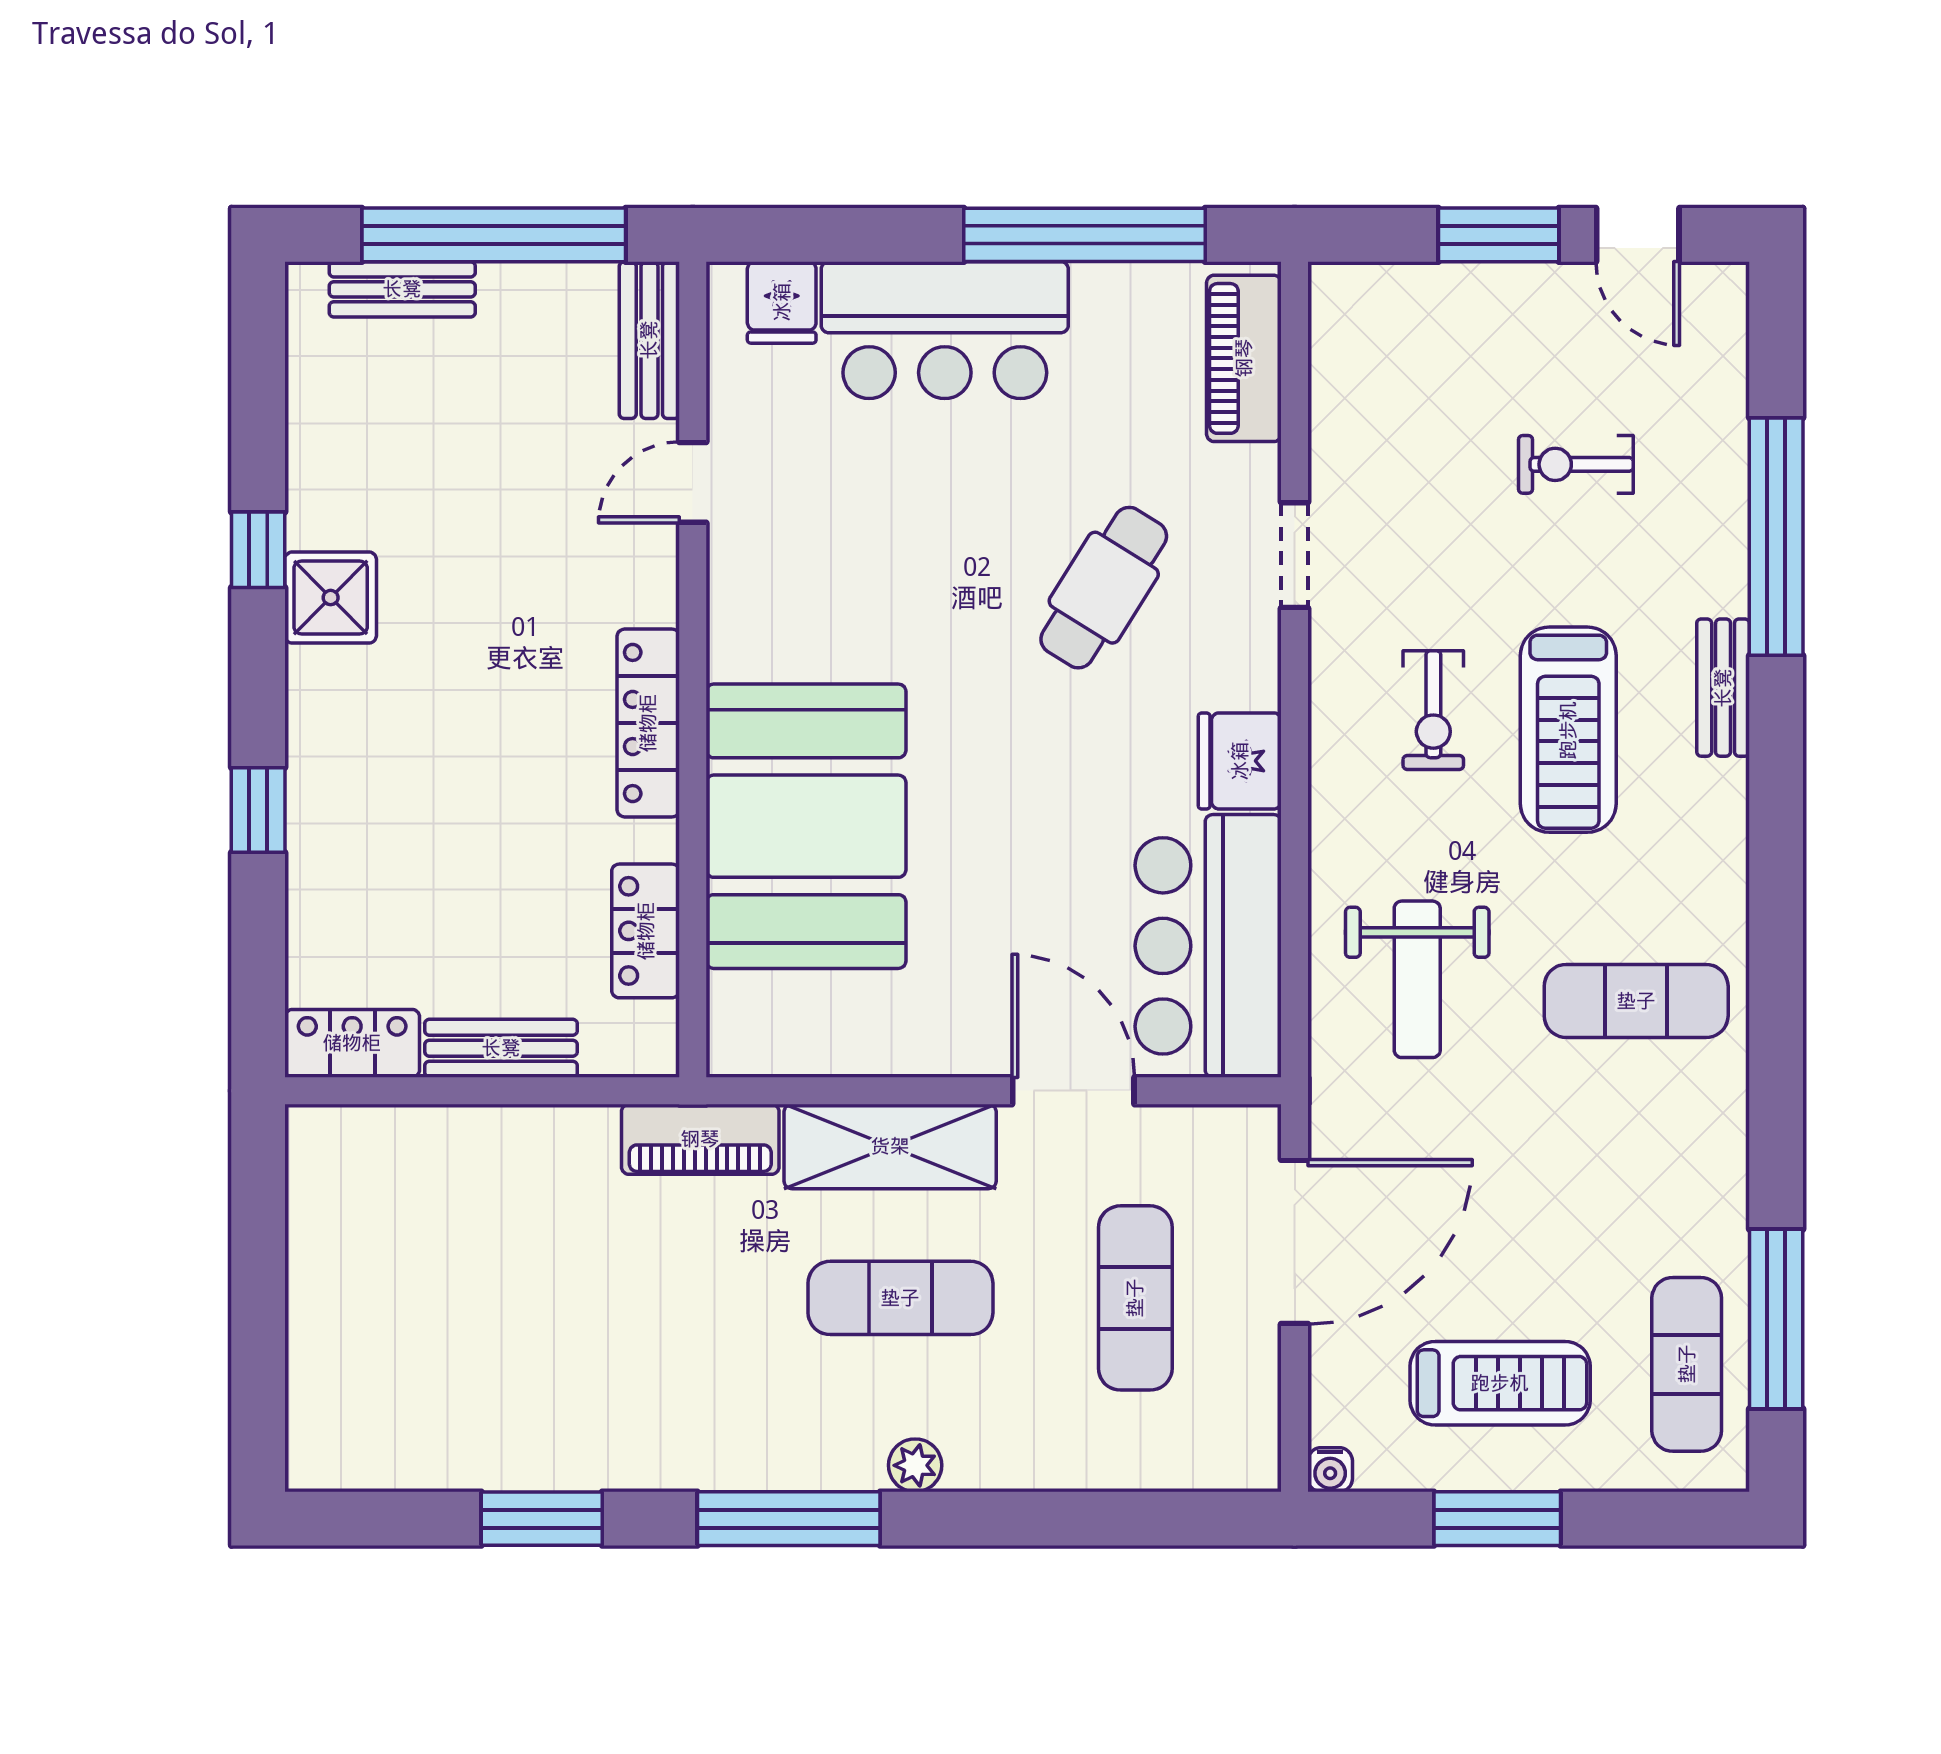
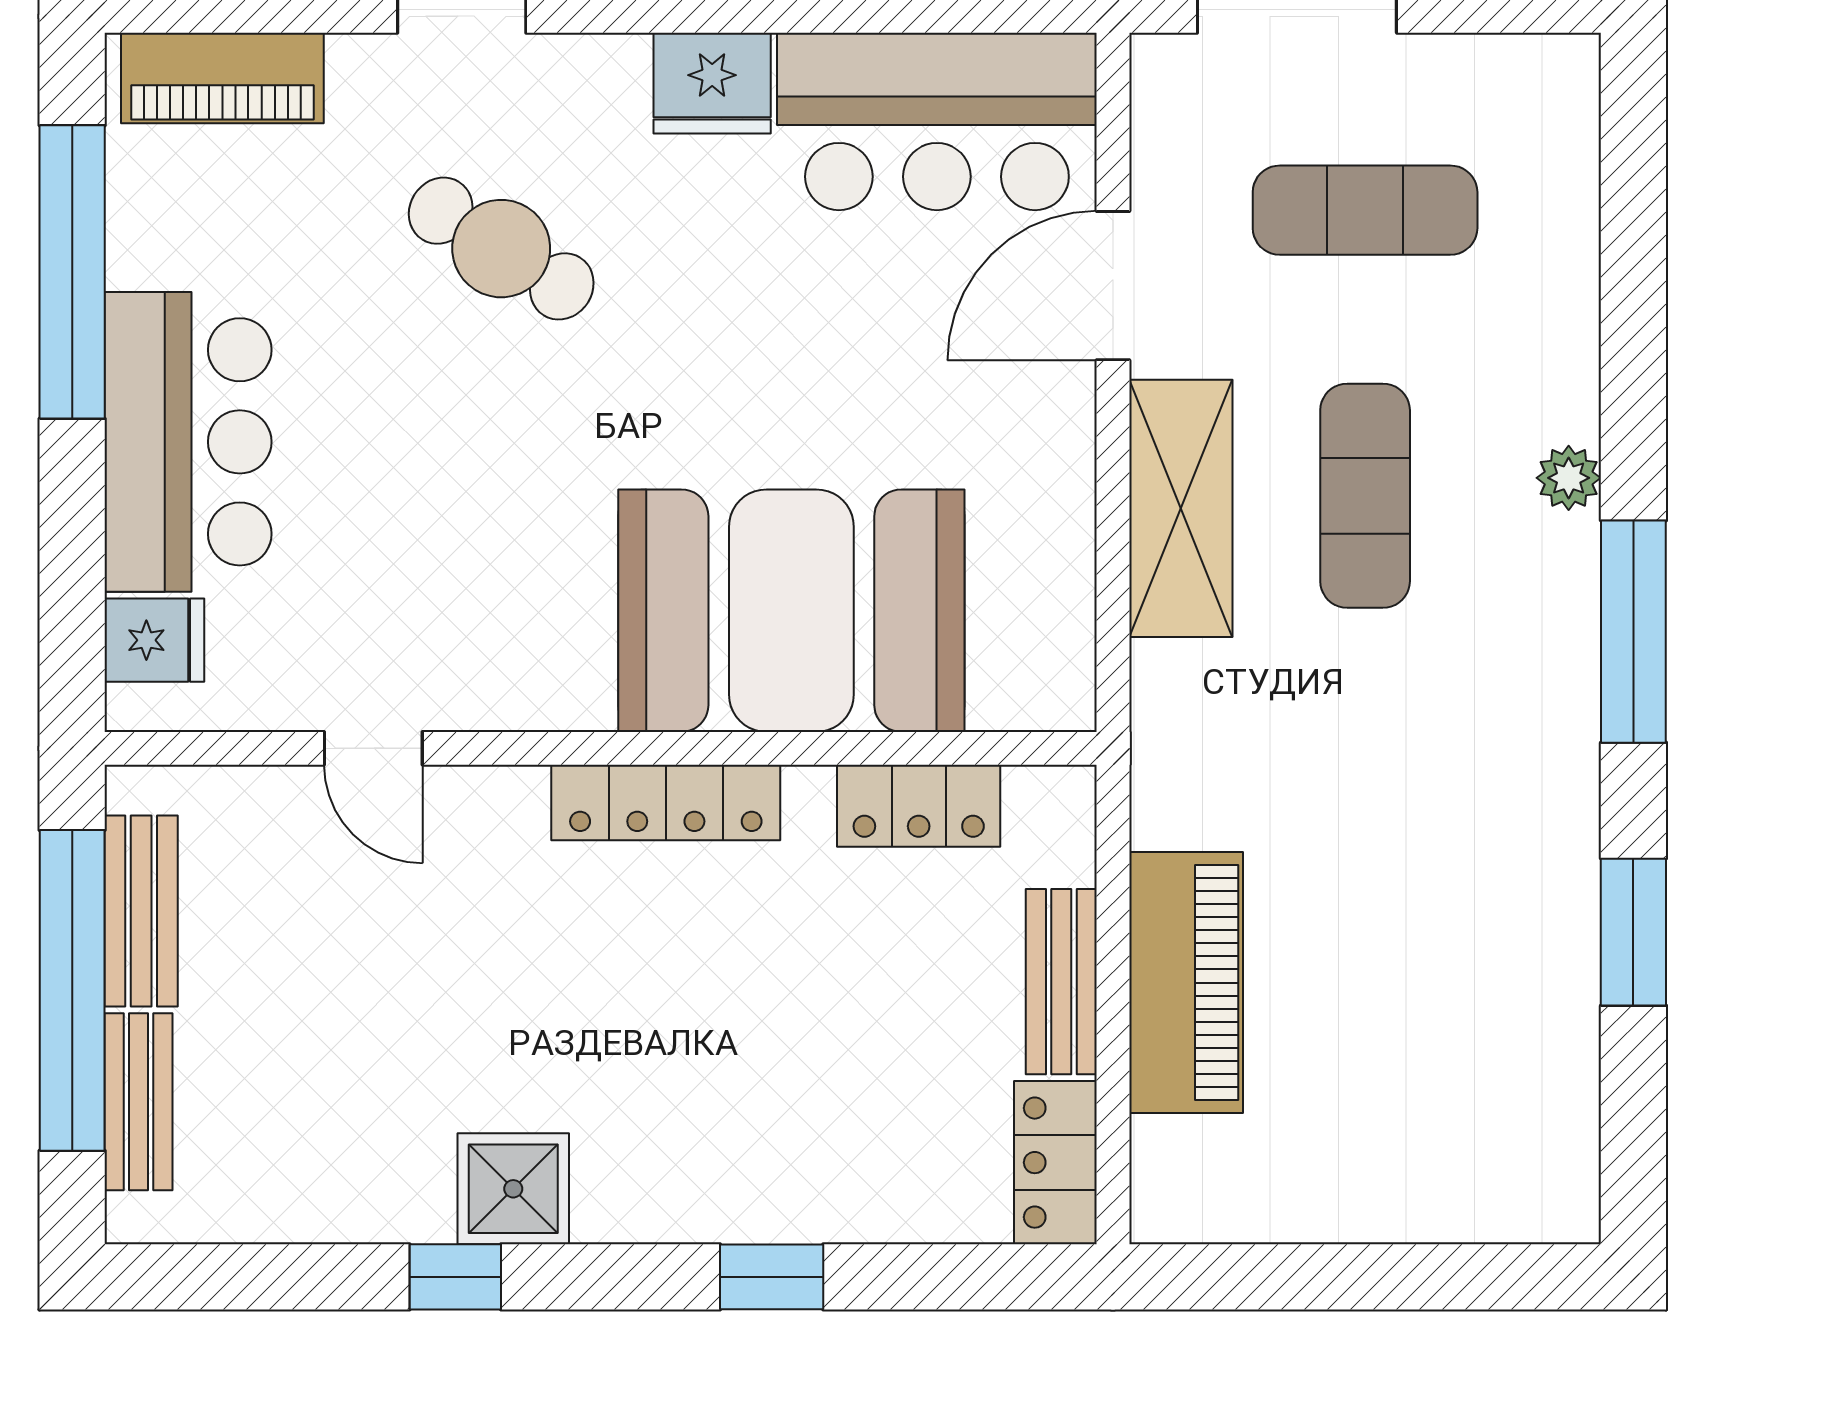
bench: (649, 340) -> (141, 911), moved, turned 90
piano: (700, 1139) -> (1186, 983), moved, width x1.37, depth x1.33

